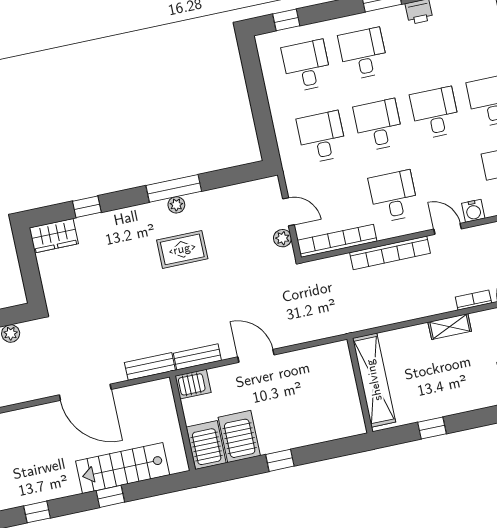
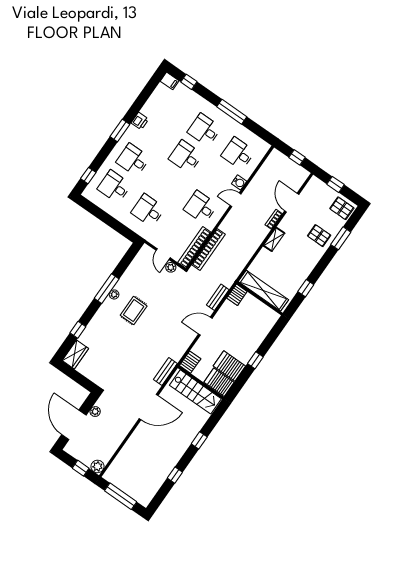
desk: (378, 125) -> (167, 184), removed
door: (288, 212) -> (163, 254), swing flipped
bookcase: (390, 253) -> (209, 250), moved
server rack: (335, 353) -> (237, 295), added
bench: (197, 357) -> (218, 297), moved
stairs: (123, 468) -> (195, 392), moved, turned -90

